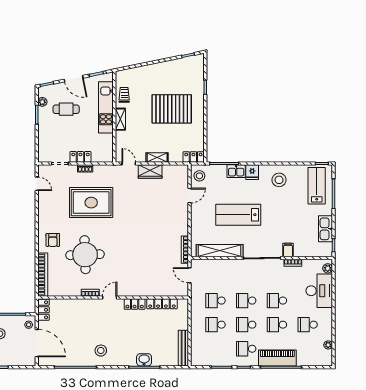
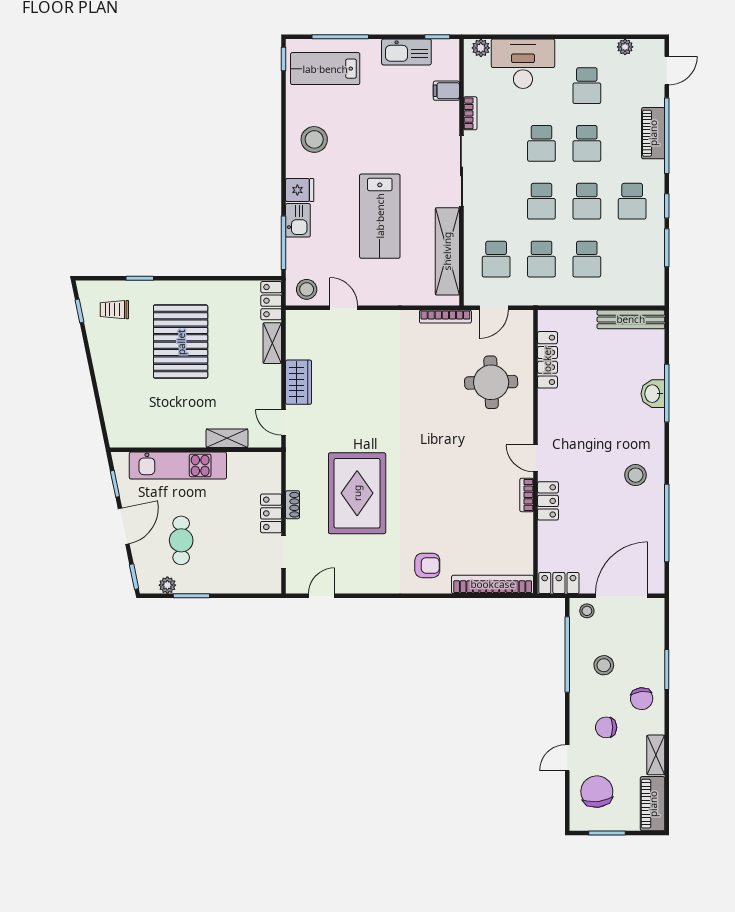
trolley: (124, 95) -> (114, 310), moved
shelving: (120, 119) -> (227, 438), moved
shelving: (157, 158) -> (272, 343), moved
door: (129, 164) -> (284, 422), hinge flipped
filing cabinet: (288, 250) -> (446, 91), moved
round table: (85, 255) -> (491, 382), moved, width x0.73, depth x0.73
school desk: (216, 276) -> (496, 259), added
locker: (135, 304) -> (548, 501), moved
piano: (277, 358) -> (653, 133), width x0.73, depth x0.75
door: (316, 367) -> (667, 71), added

